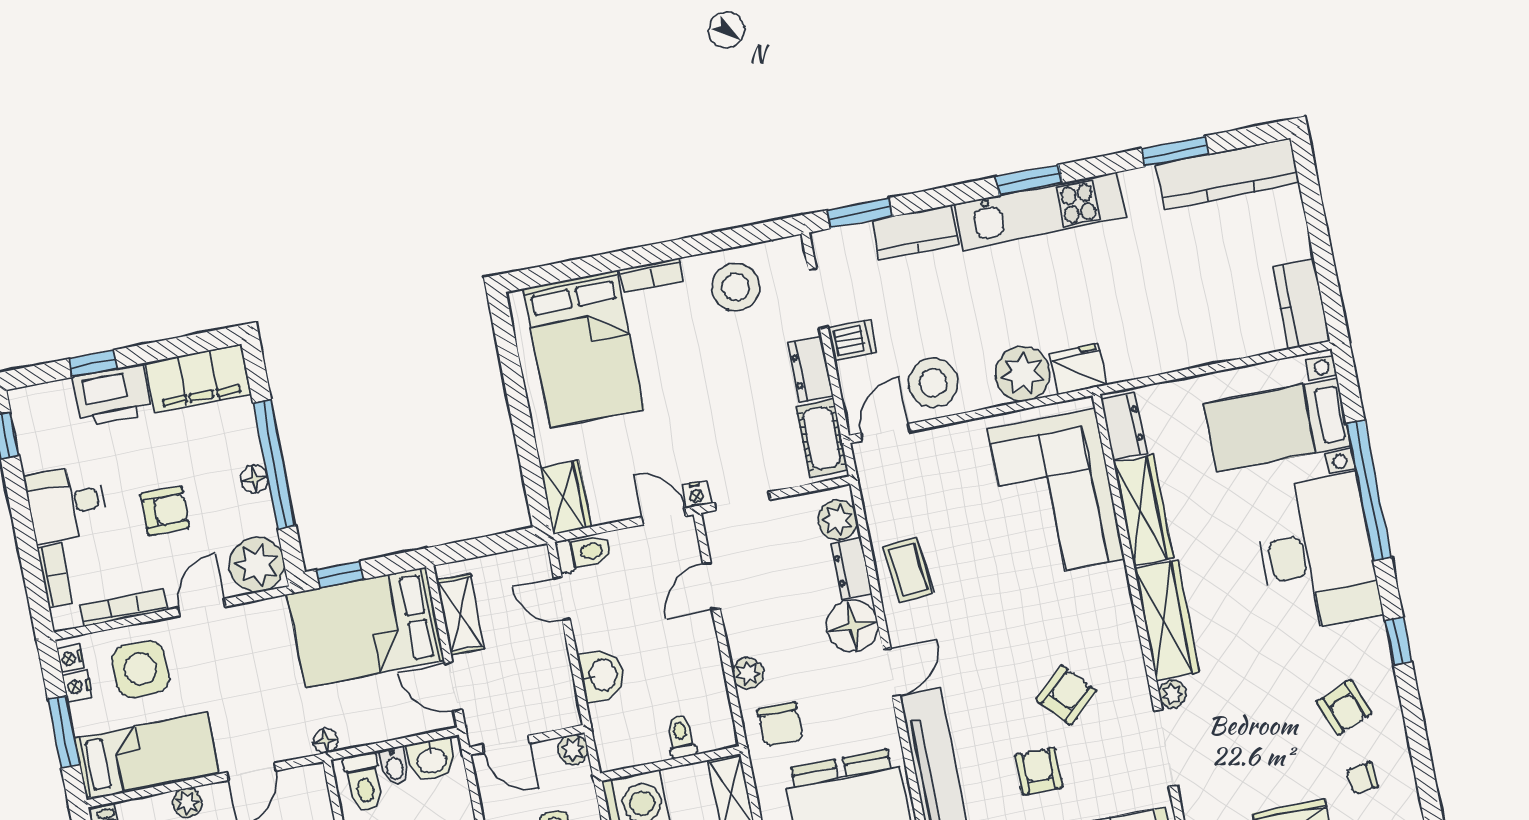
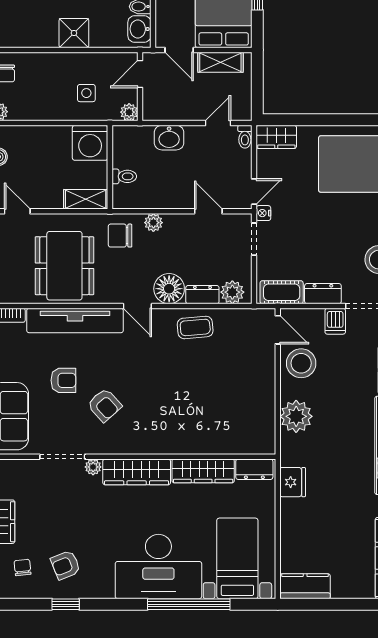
fridge: (1078, 369) -> (293, 482), moved
corner sofa: (1056, 494) -> (223, 422), removed
toilet: (584, 553) -> (245, 137), width x0.73, depth x0.72
window: (1398, 641) -> (66, 604), moved
door: (453, 687) -> (179, 50), swing flipped

